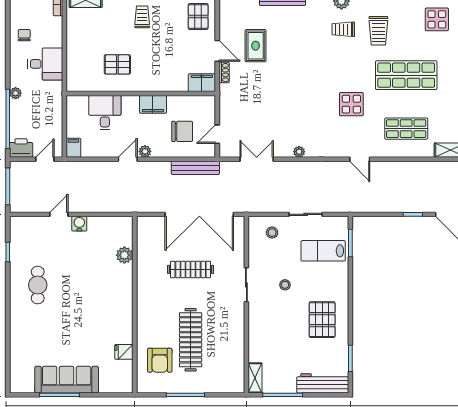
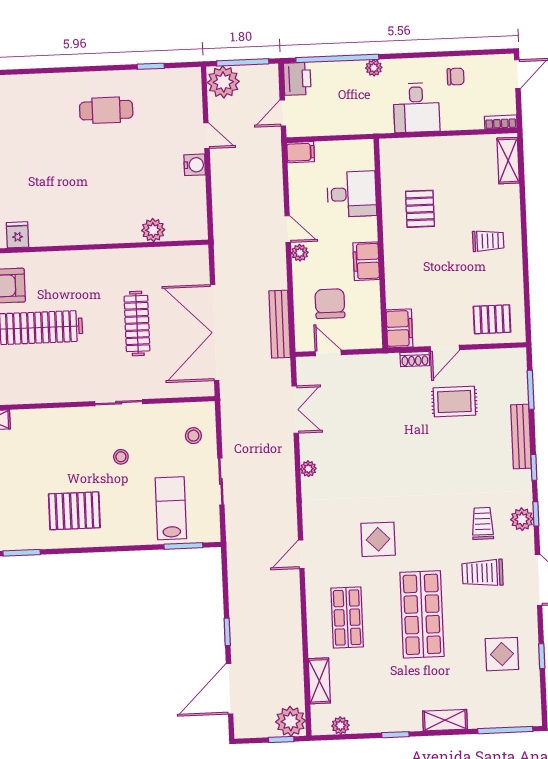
chair: (182, 131) -> (330, 304), turned 180
door: (45, 159) -> (283, 113), swing flipped
plant: (21, 201) -> (223, 82), added

